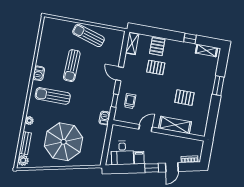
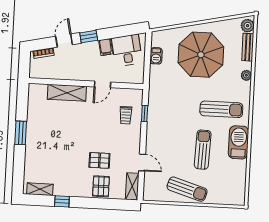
barbecue: (39, 73) -> (239, 142), width x1.88, depth x1.53
door: (120, 74) -> (142, 162), moved
window: (218, 86) -> (21, 133), moved
pallet: (184, 98) -> (60, 128), removed
barbecue: (105, 118) -> (156, 56), moved

